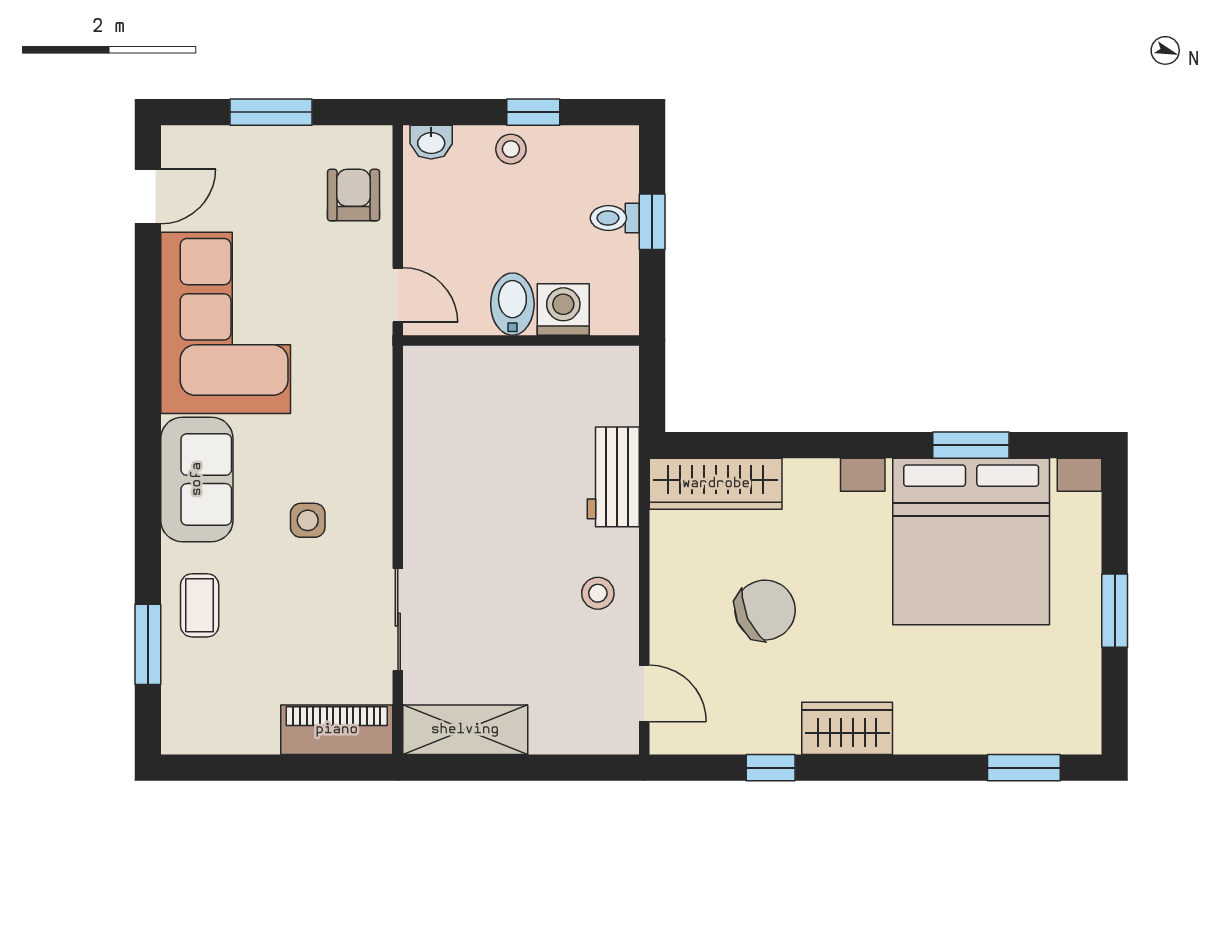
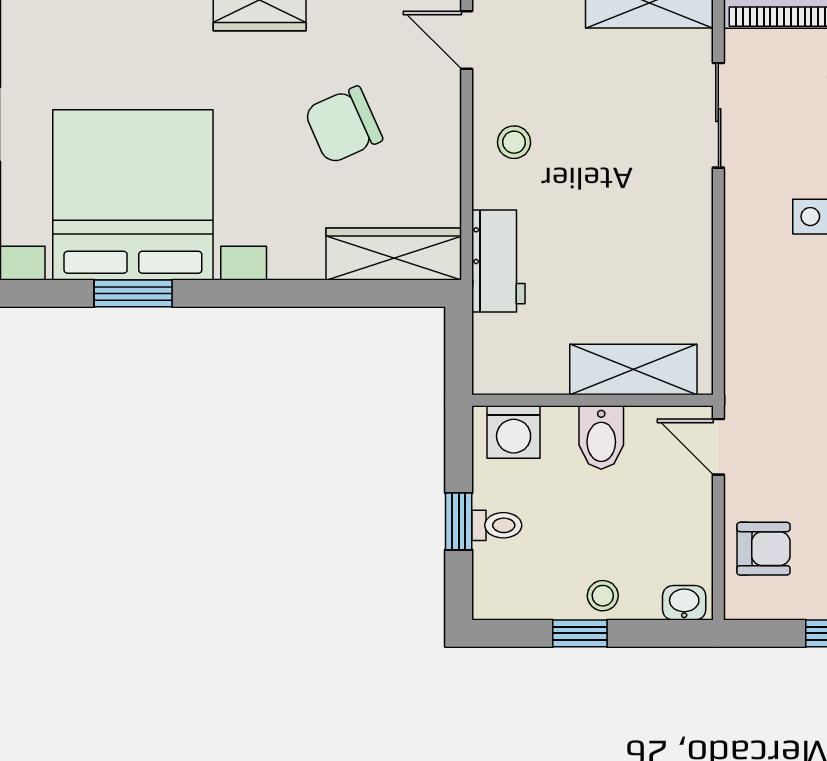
armchair: (354, 195) -> (763, 549), turned -90
washing machine: (563, 309) -> (514, 432), moved
shelving: (481, 371) -> (633, 370), added

